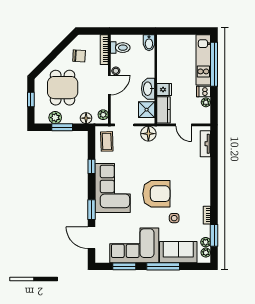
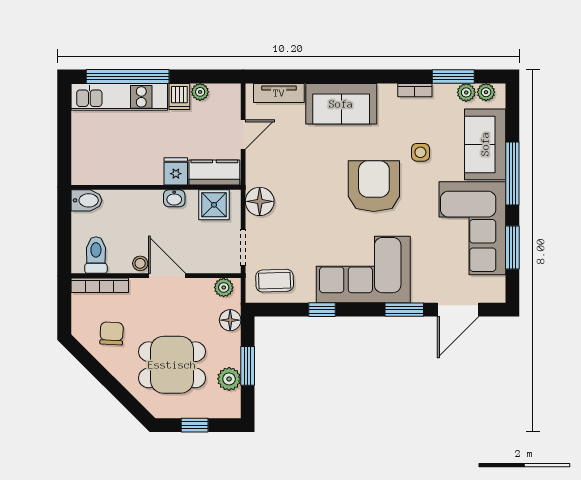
washbasin: (148, 89) -> (174, 198), width x0.52, depth x0.69
sofa: (200, 176) -> (341, 104), added

